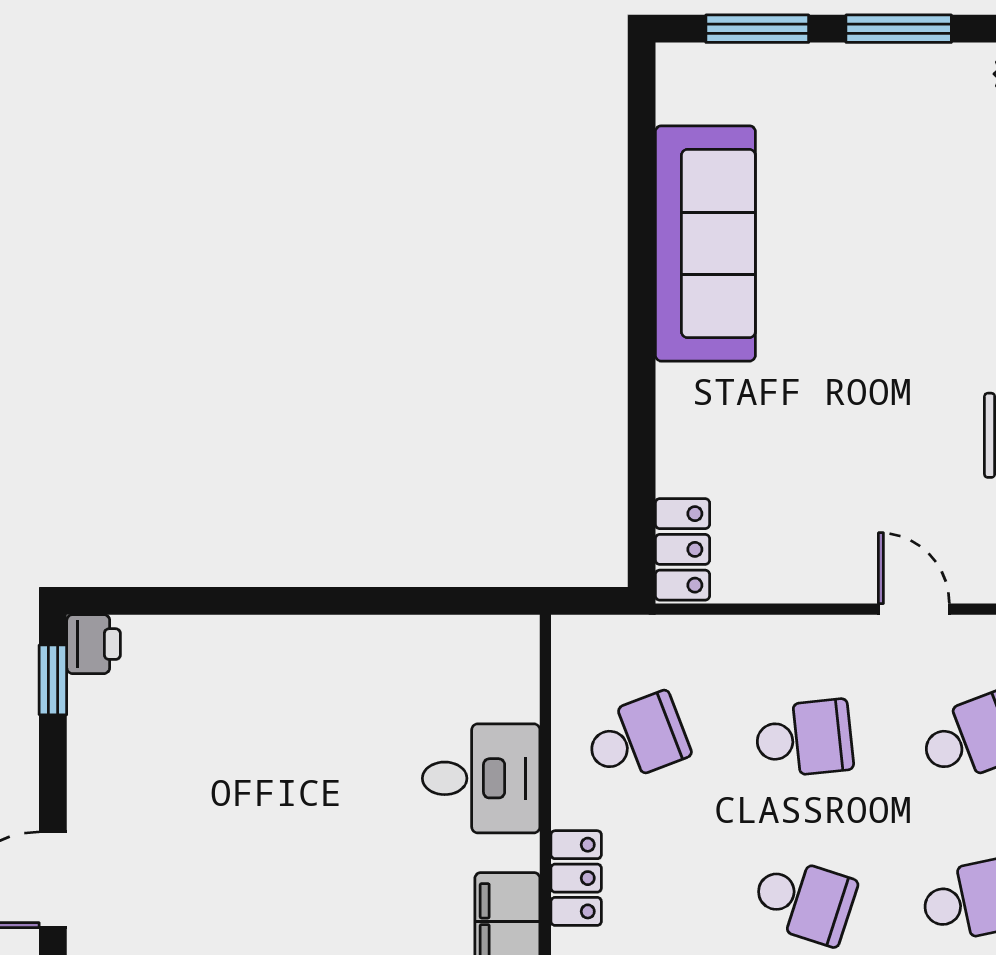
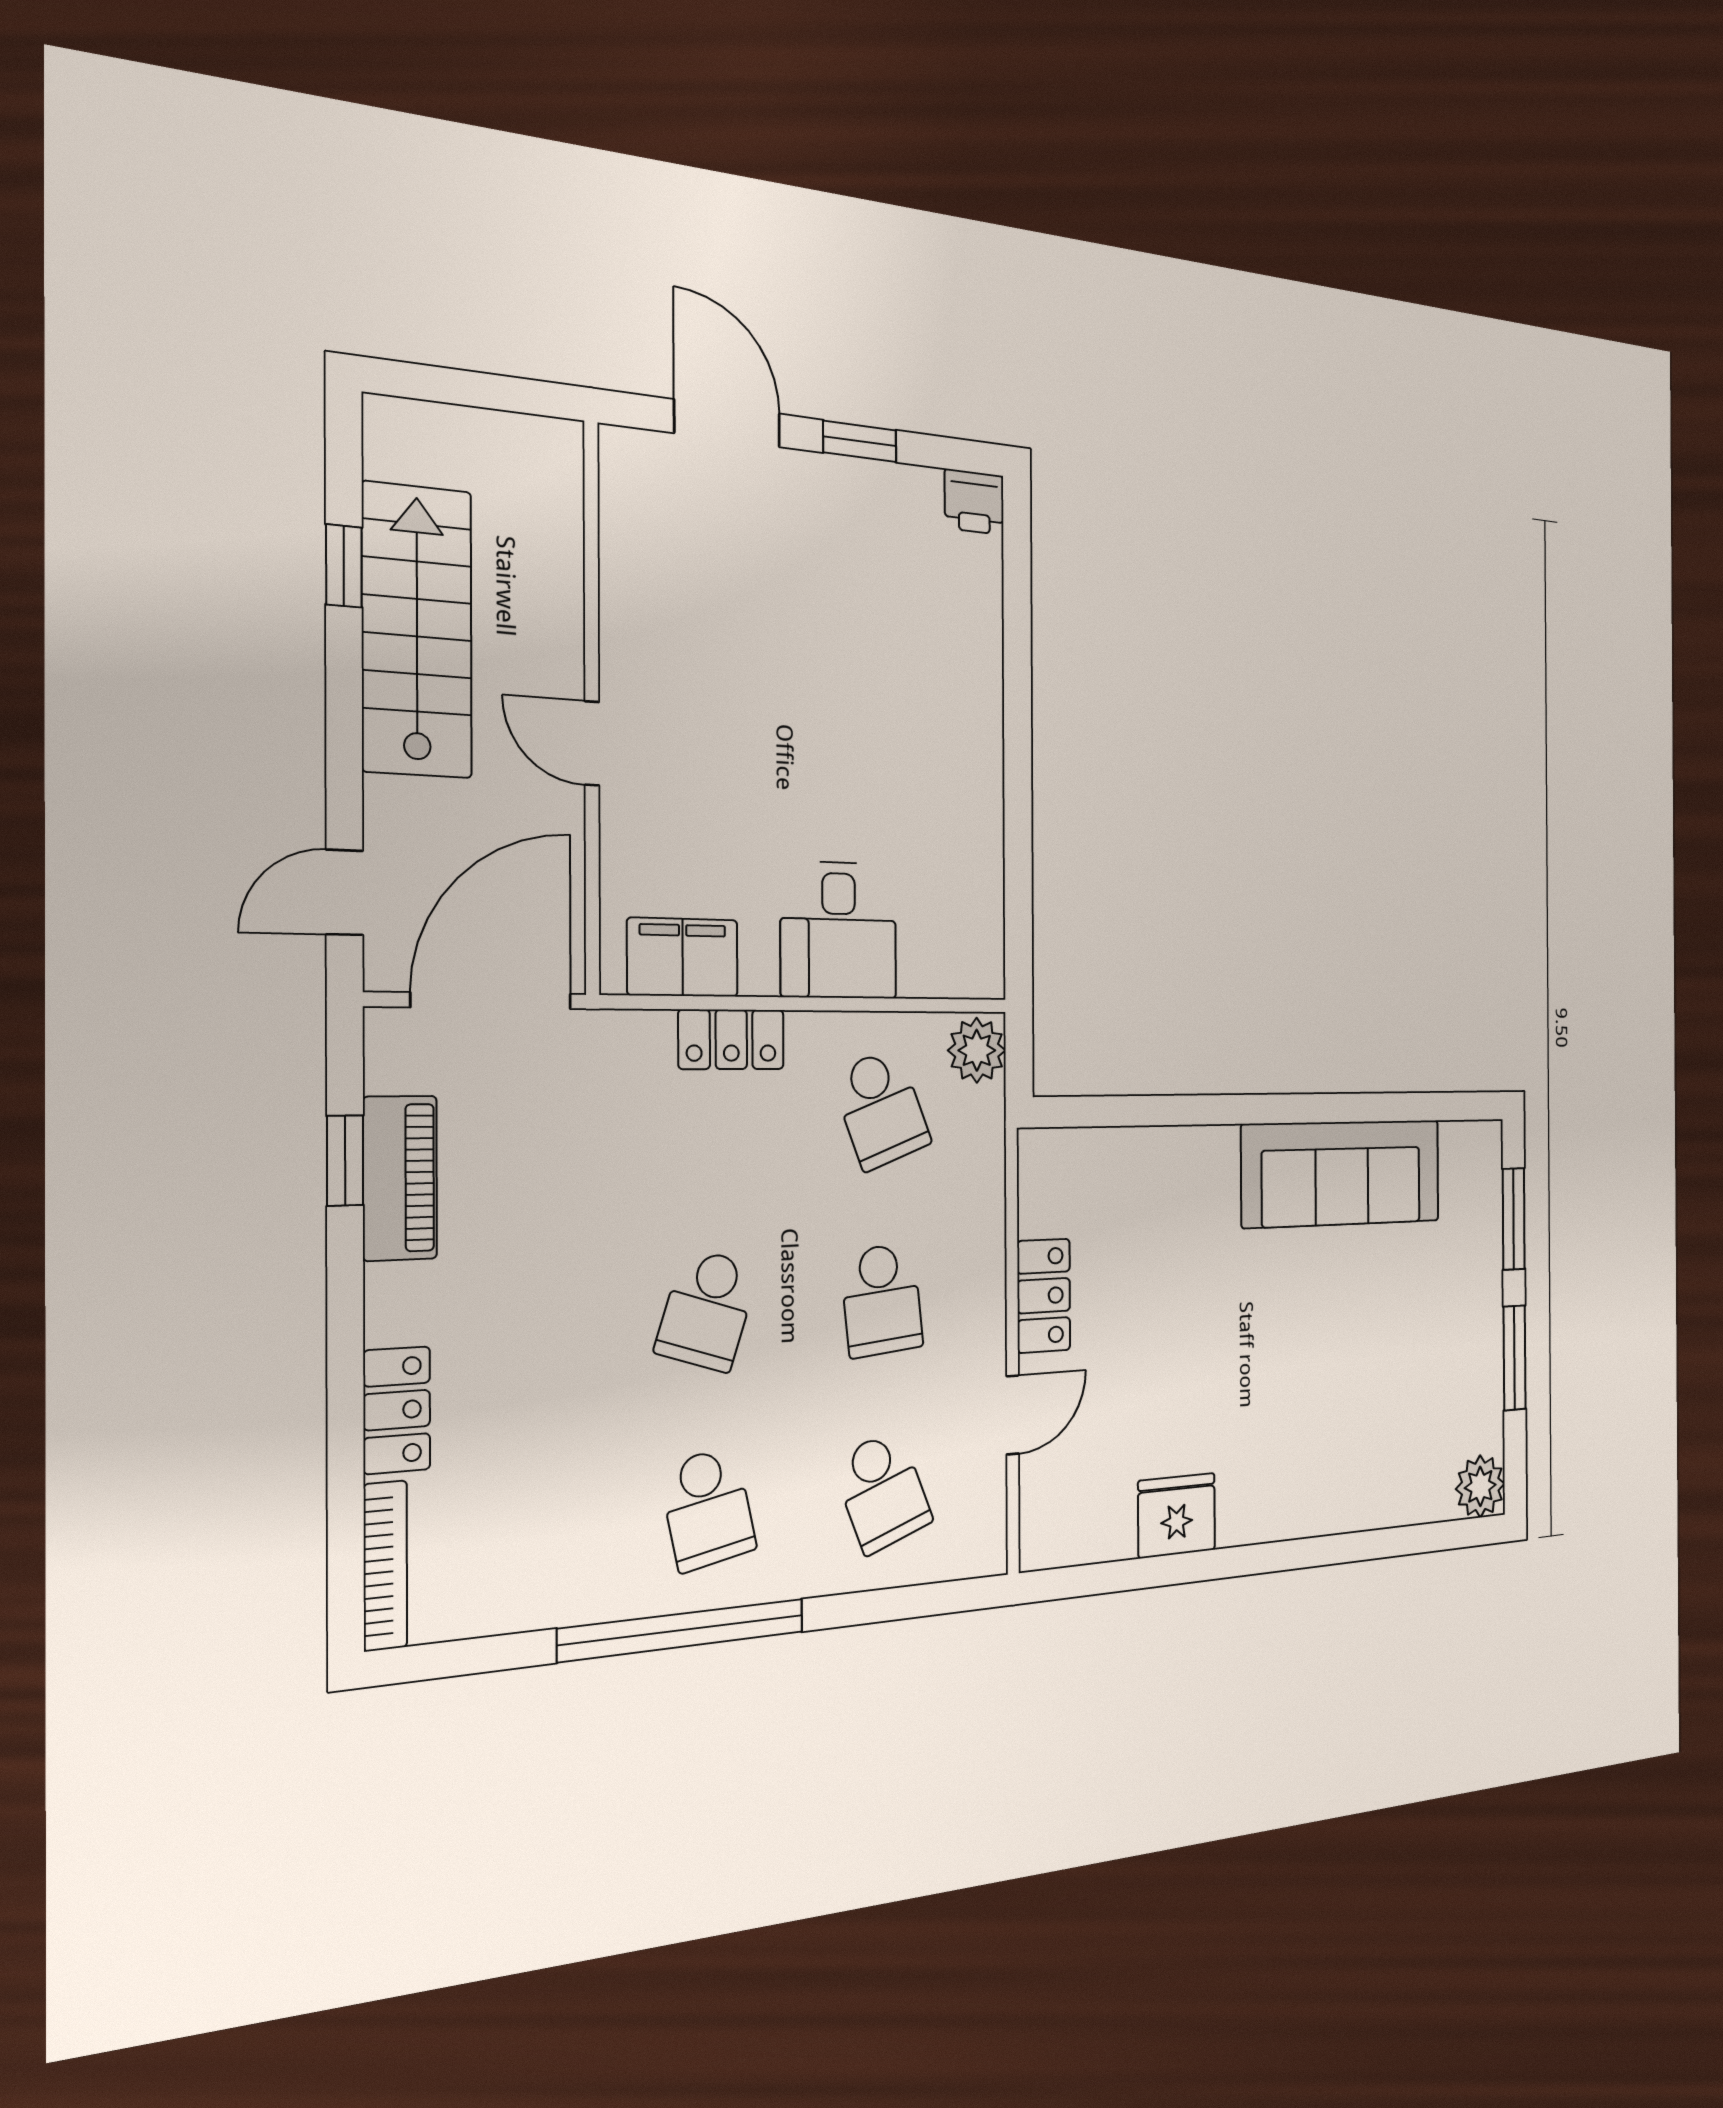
locker: (682, 549) -> (1044, 1296), moved, turned -90
plant: (585, 644) -> (977, 1050), added
window: (53, 680) -> (860, 441), moved

